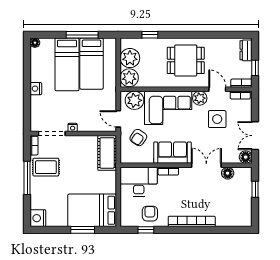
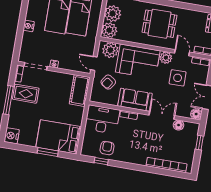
bookcase: (192, 221) -> (166, 165), moved

